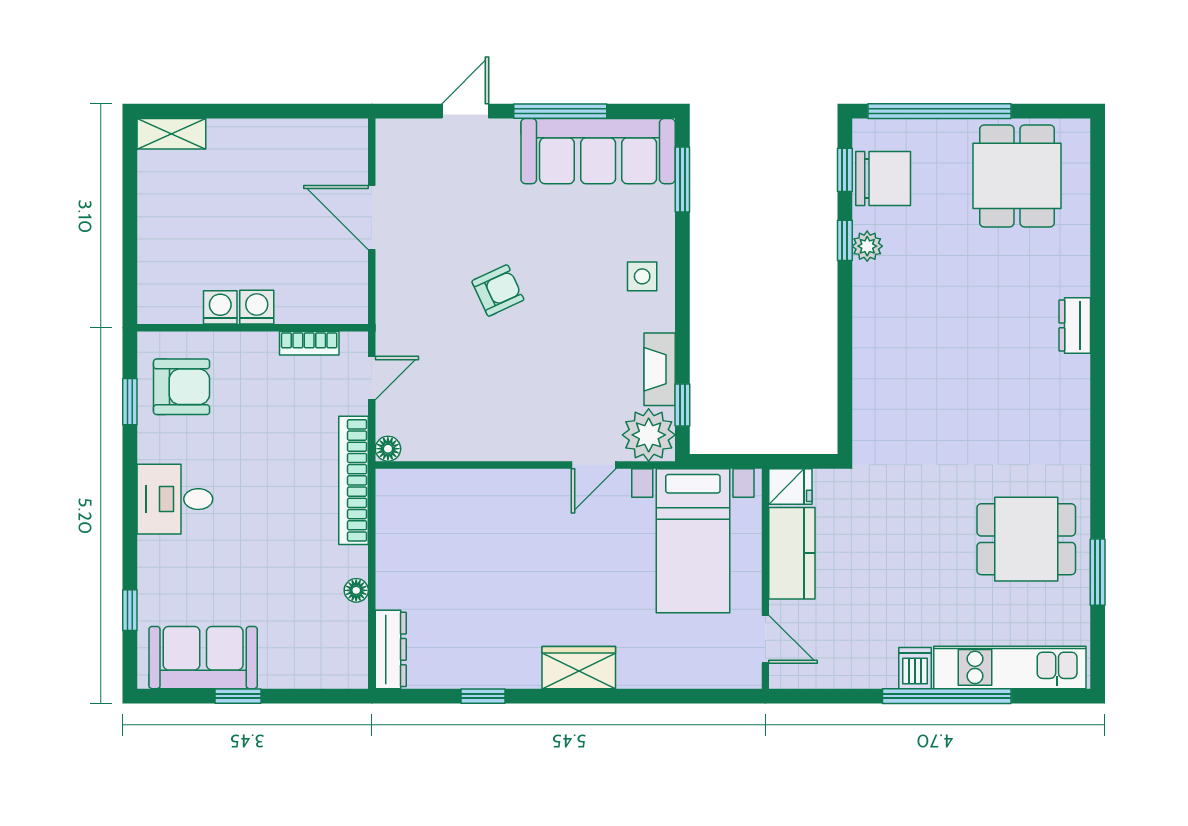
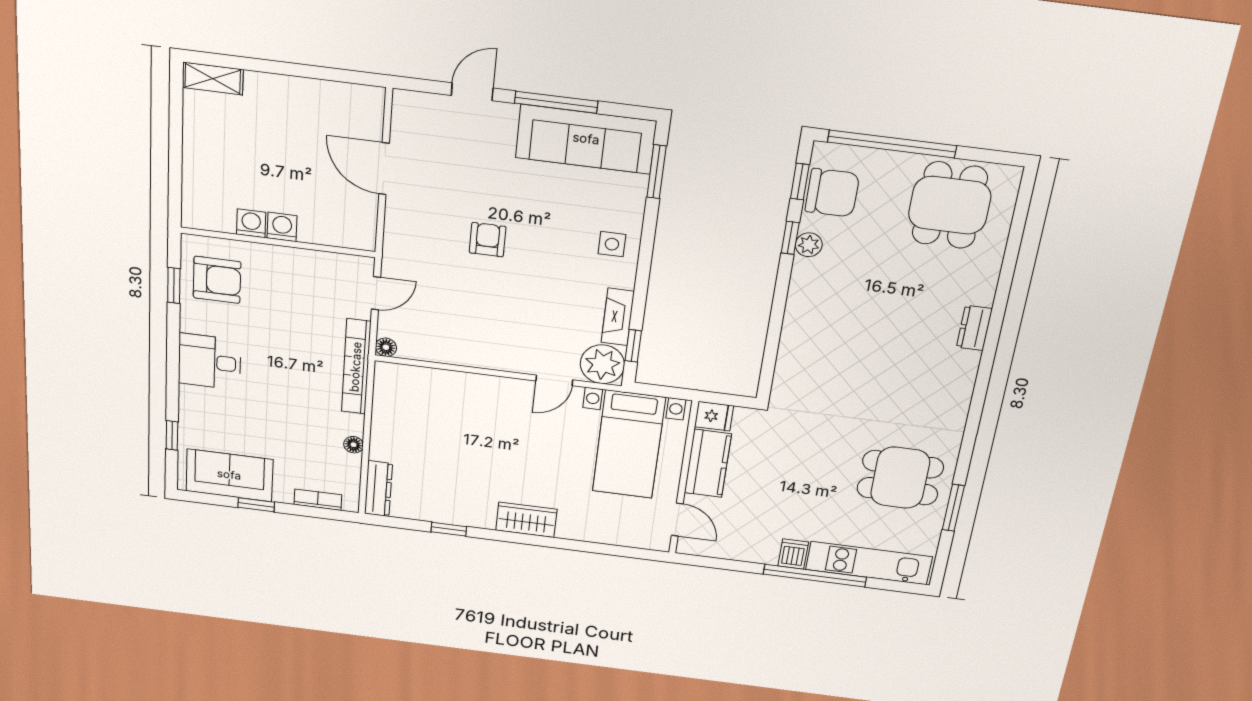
armchair: (498, 290) -> (488, 240), turned -65
bookcase: (309, 343) -> (318, 500), moved, turned 180

